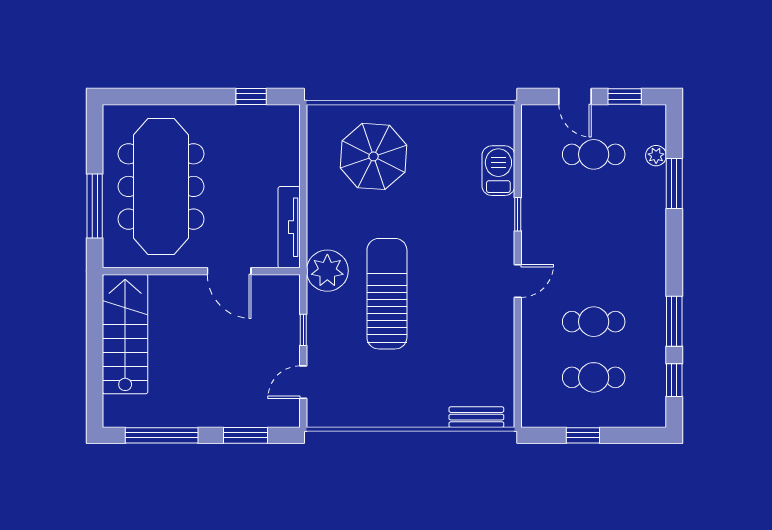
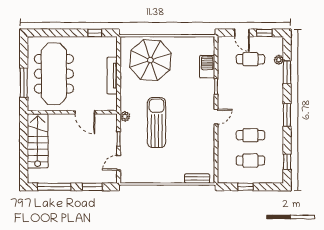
parasol: (373, 156) -> (150, 60), width x1.36, depth x1.36
tv unit: (289, 227) -> (112, 76), moved
plant: (327, 271) -> (125, 116), width x0.53, depth x0.53
window: (674, 321) -> (287, 115), moved

